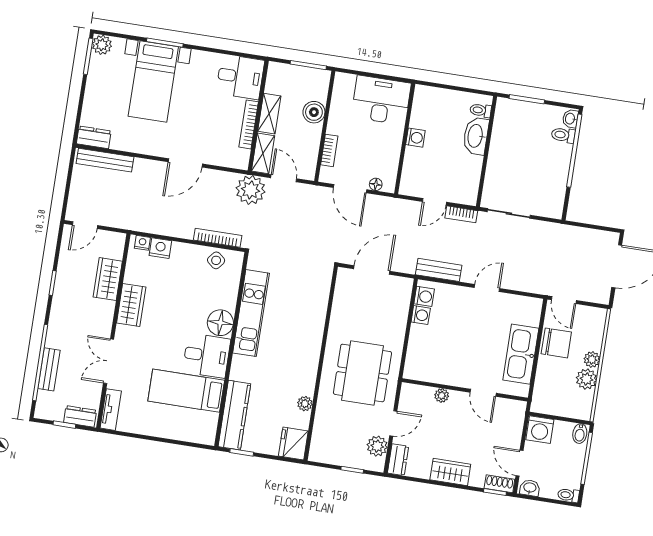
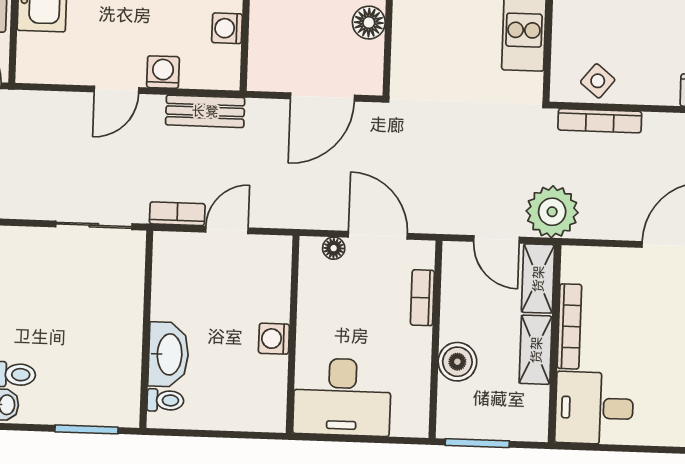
washing machine: (424, 296) -> (163, 72), moved, turned 90
floor lamp: (341, 309) -> (369, 23), added

